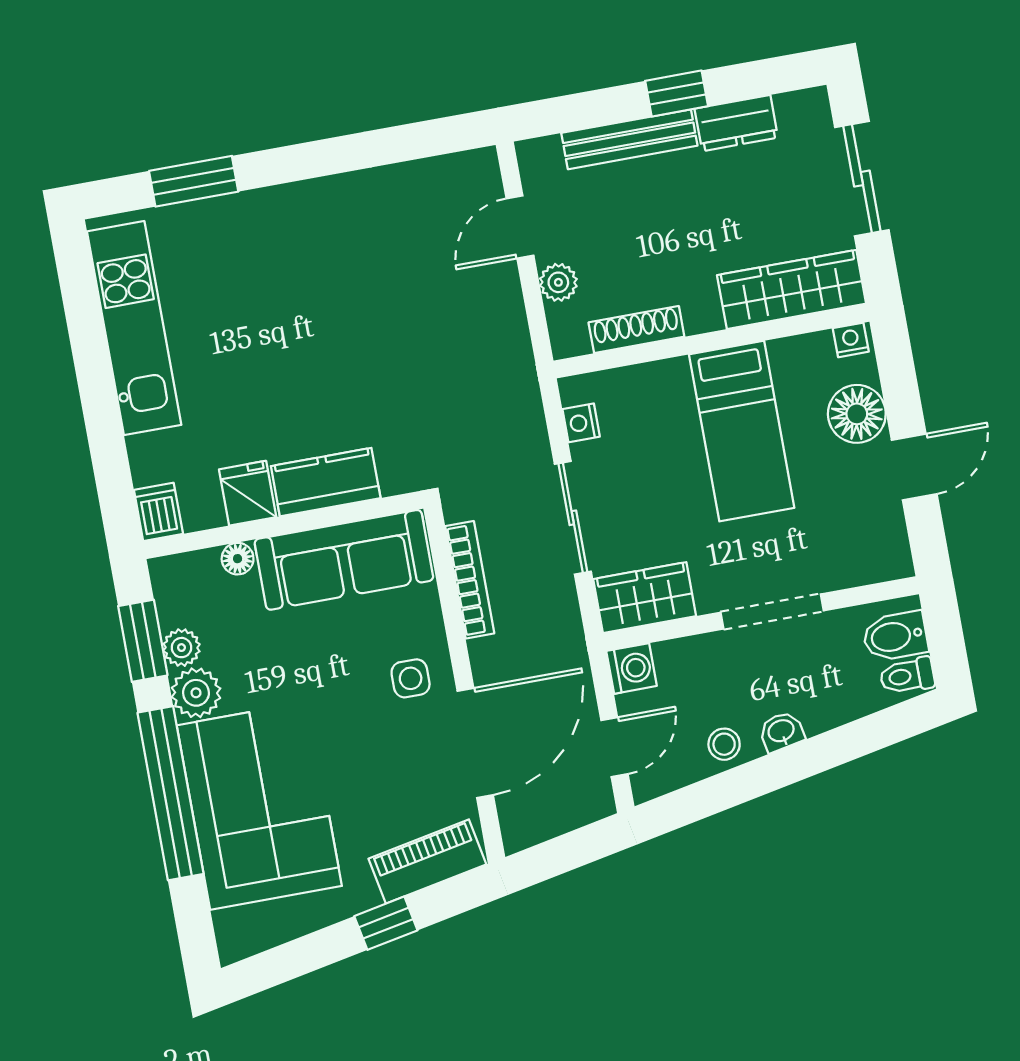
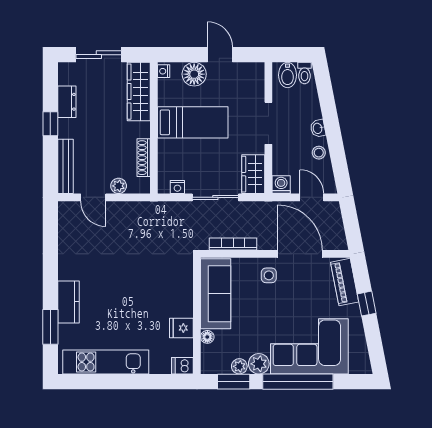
bench: (629, 139) -> (66, 166), moved
kitchen counter: (326, 482) -> (69, 302), moved, turned 180

